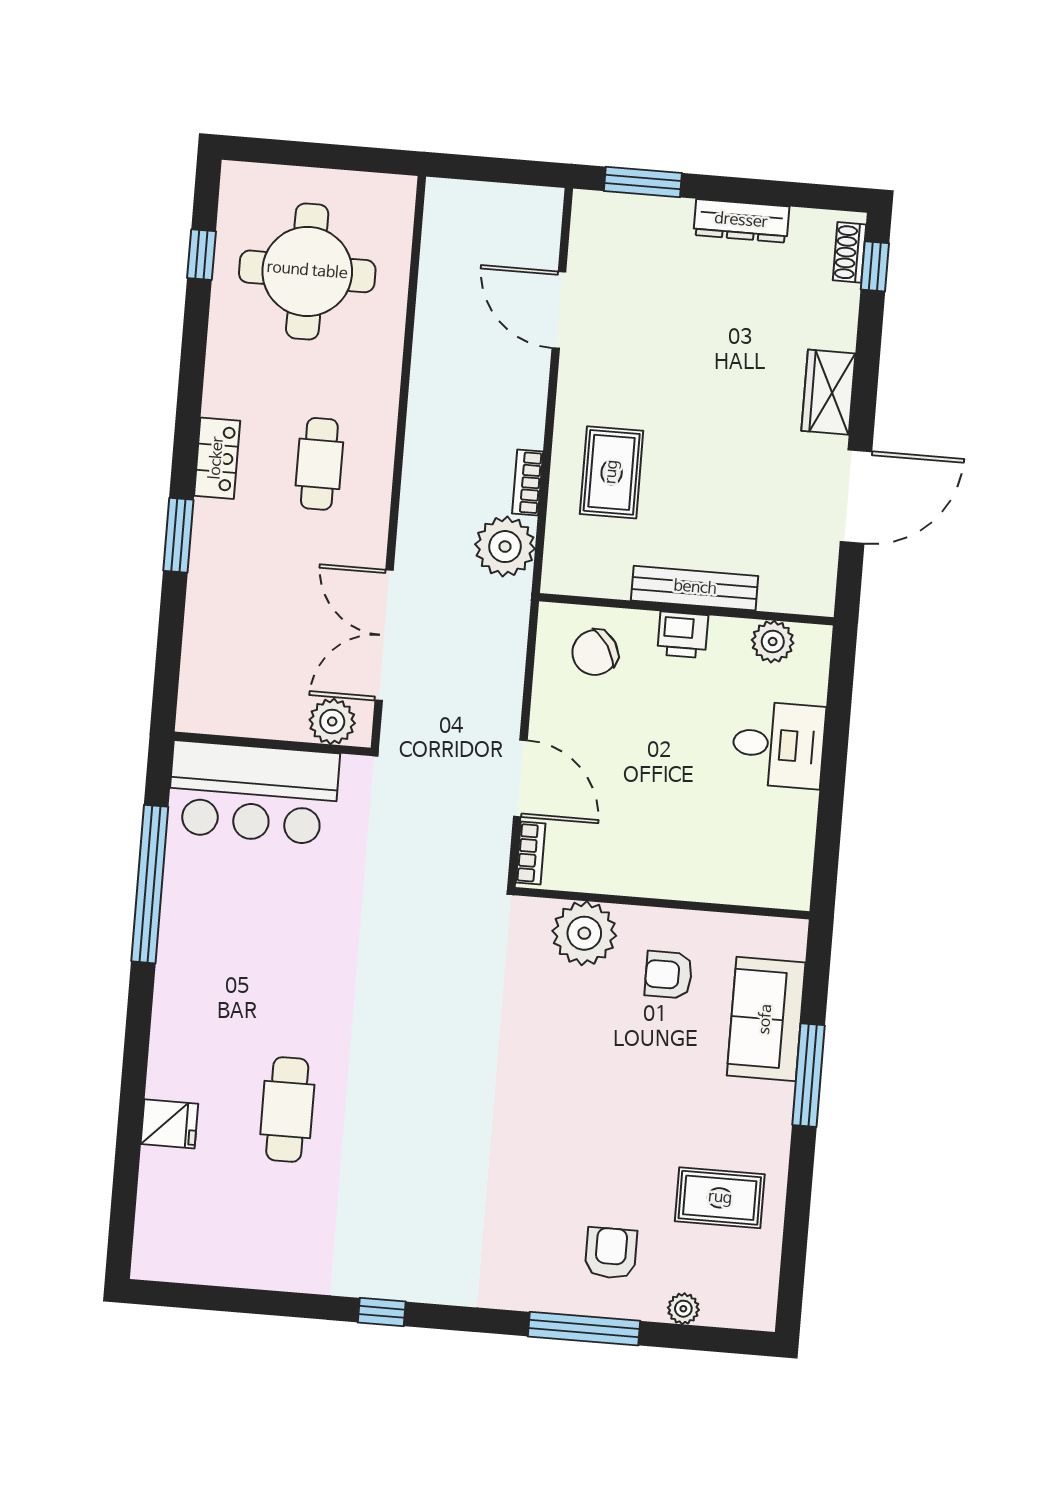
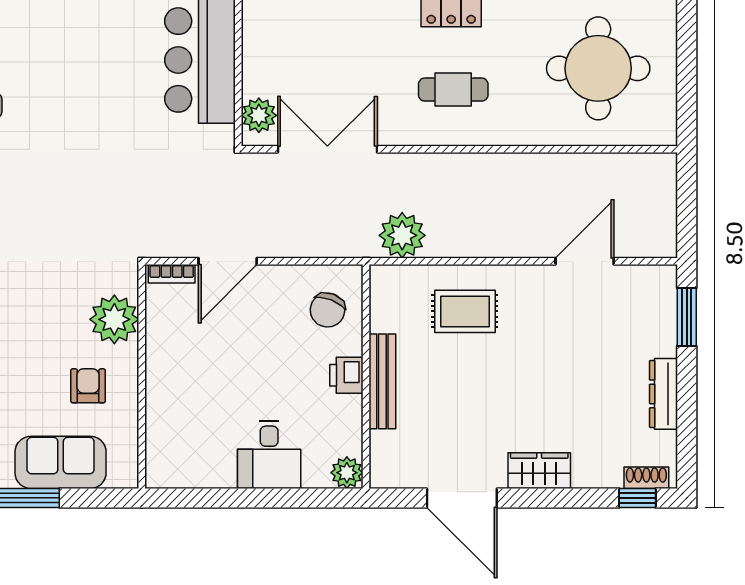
bookcase: (528, 482) -> (452, 248), removed
plant: (773, 642) -> (347, 473), moved
chair: (595, 653) -> (327, 310), turned -126

